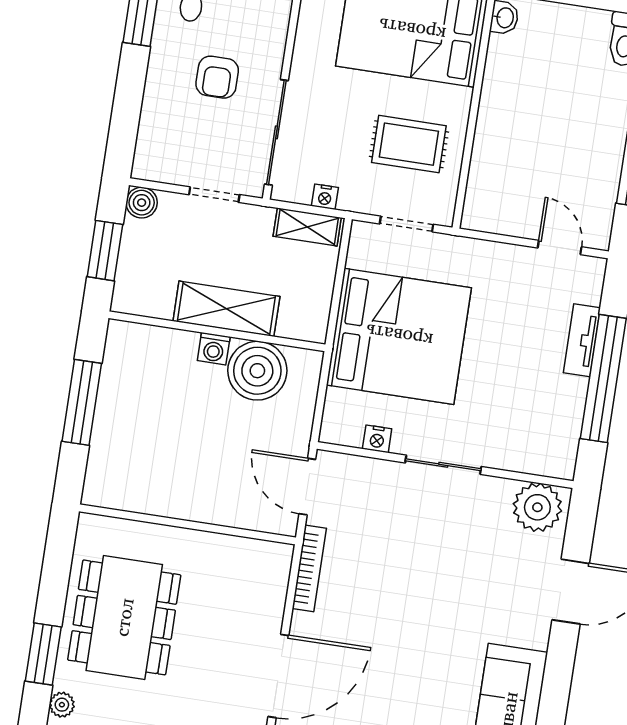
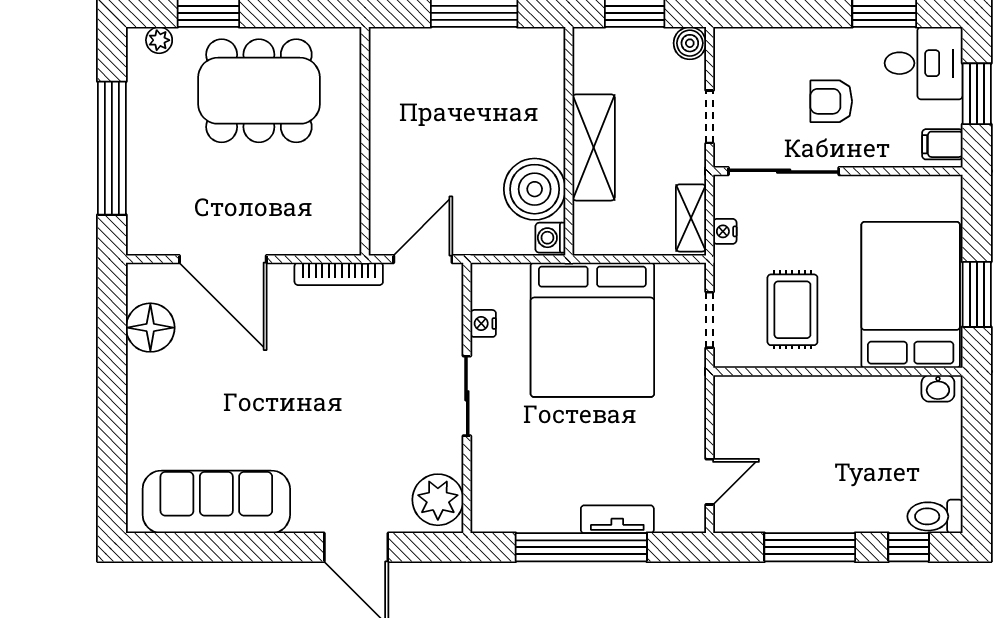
washing machine: (214, 349) -> (550, 238), moved

